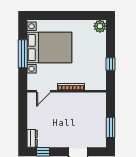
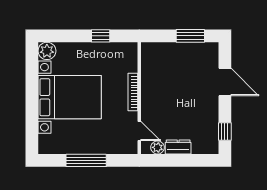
bed with nightstands: (49, 48) -> (70, 97), moved, turned 90
plant: (32, 104) -> (158, 147), added
dresser: (32, 138) -> (178, 147), moved

